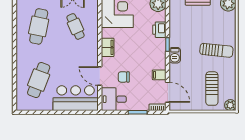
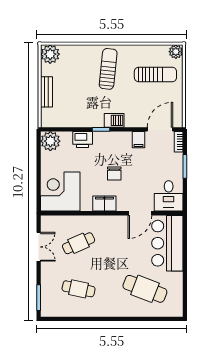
cafe table: (39, 26) -> (79, 289), width x0.73, depth x0.74
chair: (124, 77) -> (114, 174), moved

